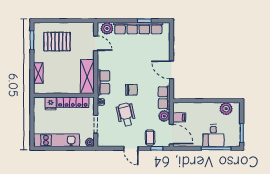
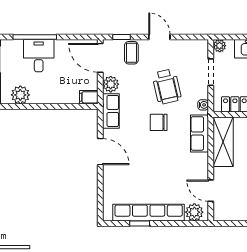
filing cabinet: (179, 117) -> (89, 97), moved

